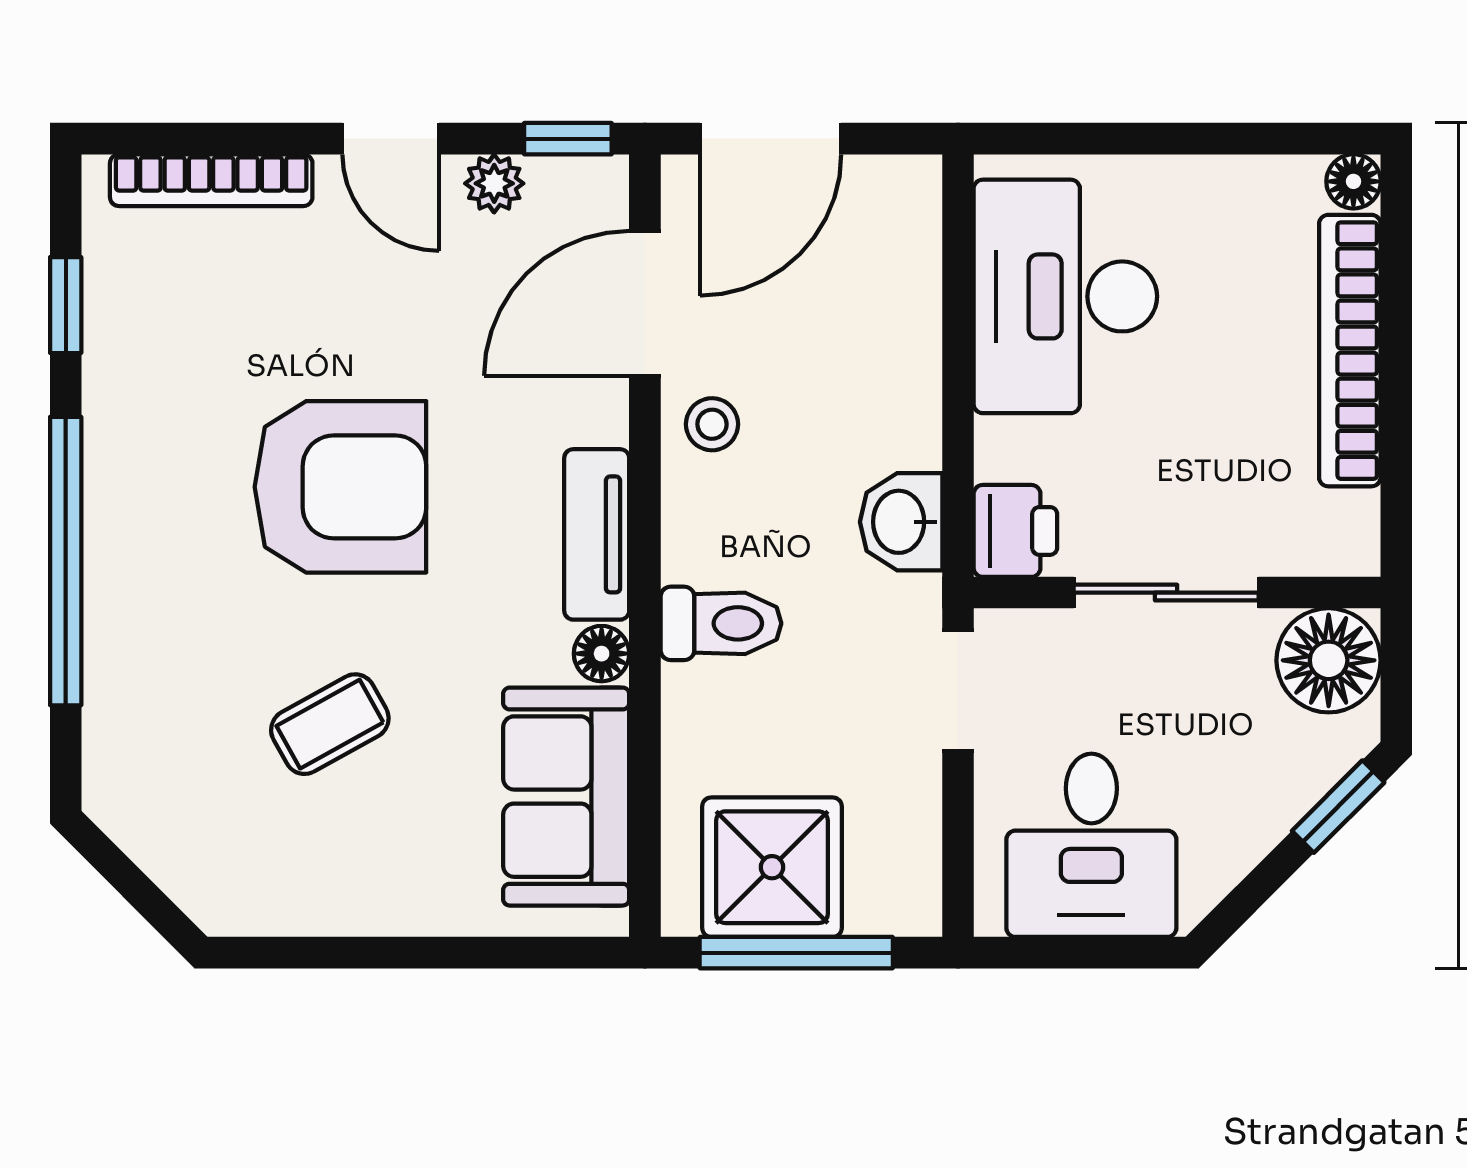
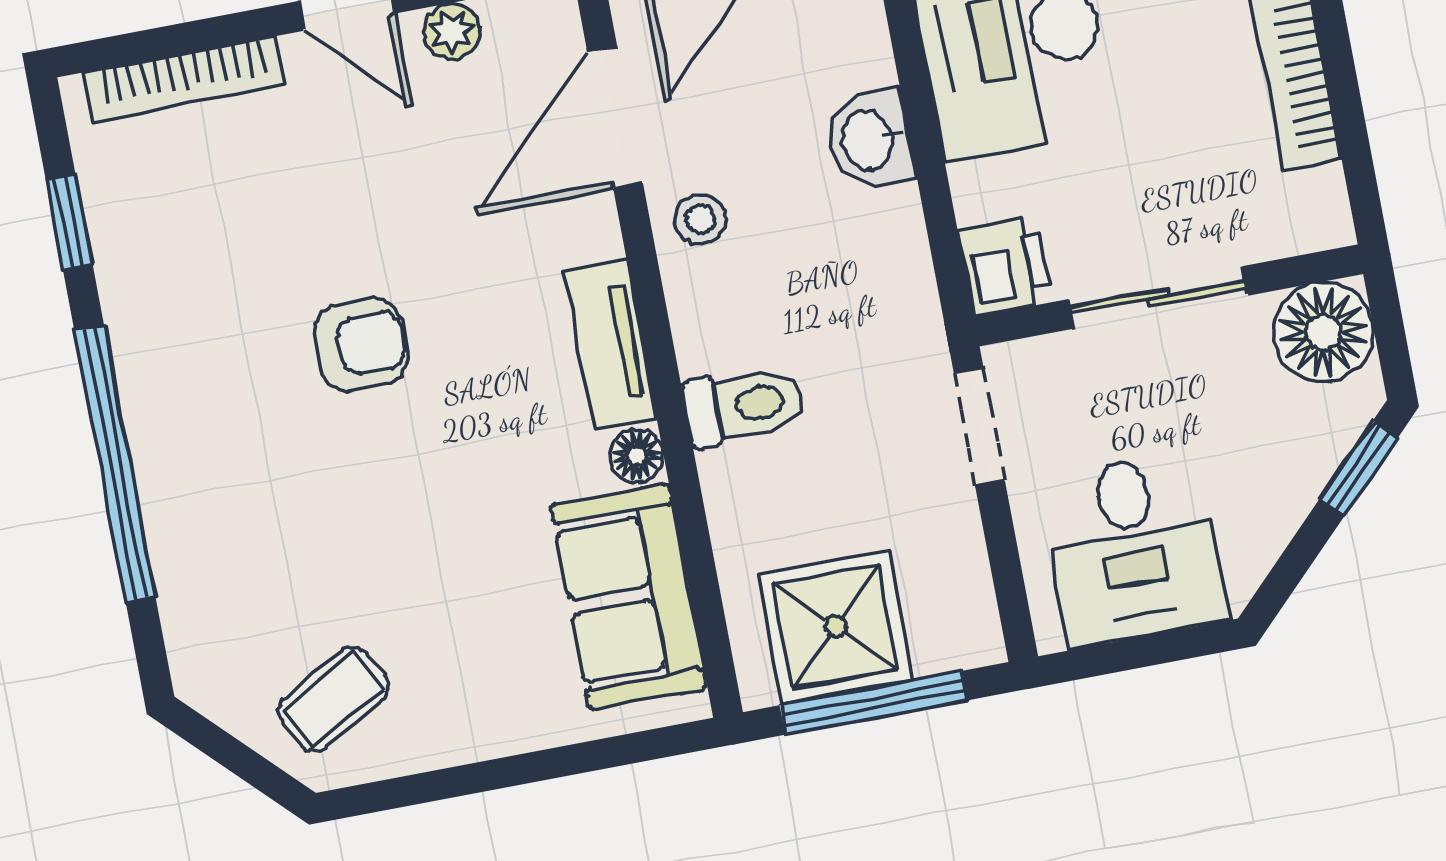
armchair: (340, 487) -> (361, 345), width x0.53, depth x0.53
washbasin: (901, 522) -> (870, 140), moved
coffee table: (330, 724) -> (333, 699), moved

